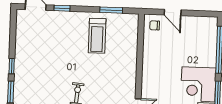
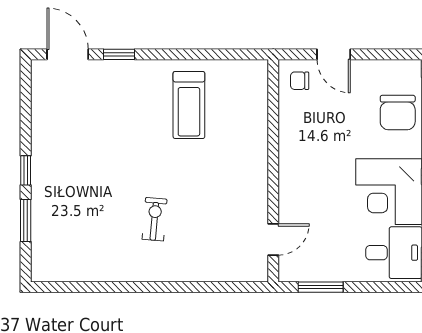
window: (111, 10) -> (214, 54), removed
chair: (205, 44) -> (398, 113), added

